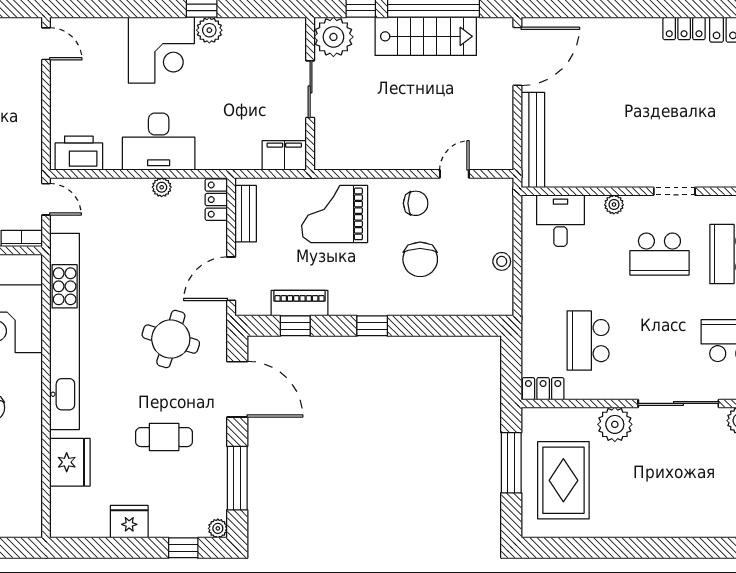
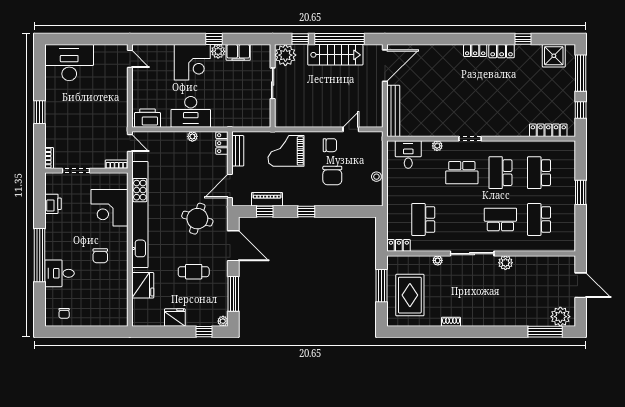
filing cabinet: (284, 155) -> (238, 52), moved, turned 180
plant: (615, 424) -> (438, 260), width x0.53, depth x0.53
shoe rack: (640, 529) -> (451, 322), added

